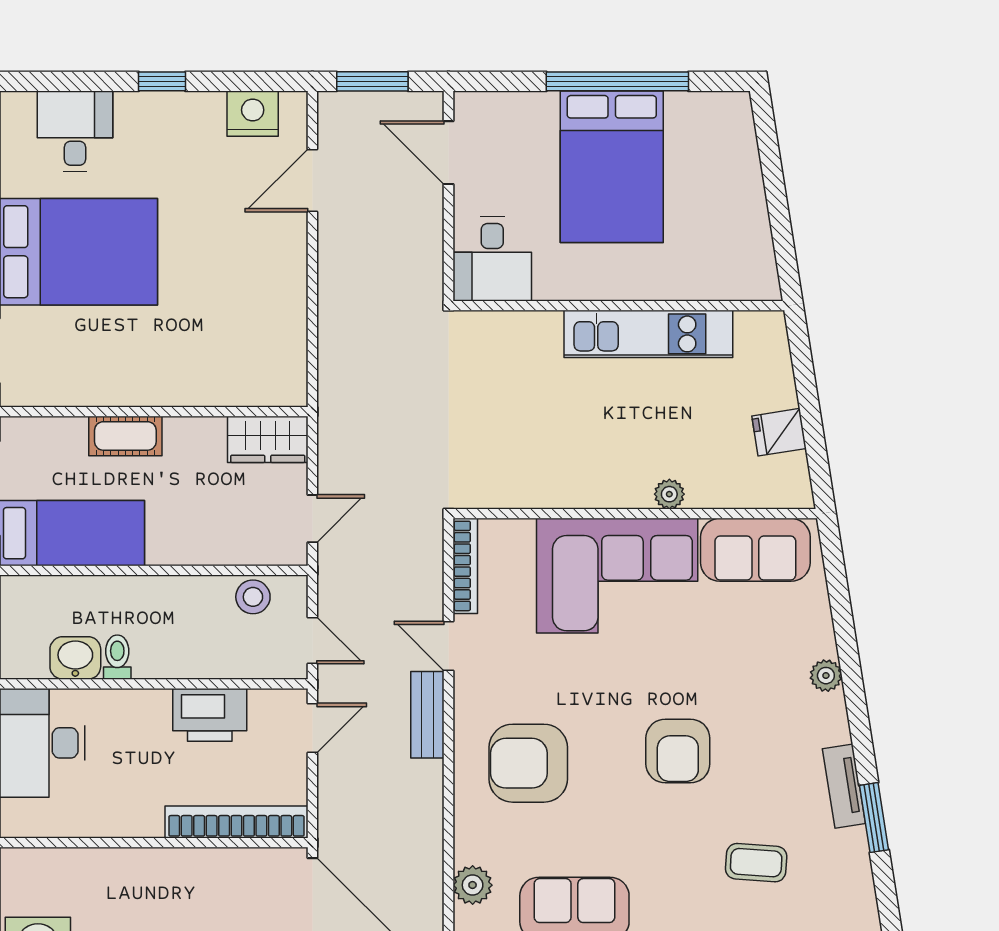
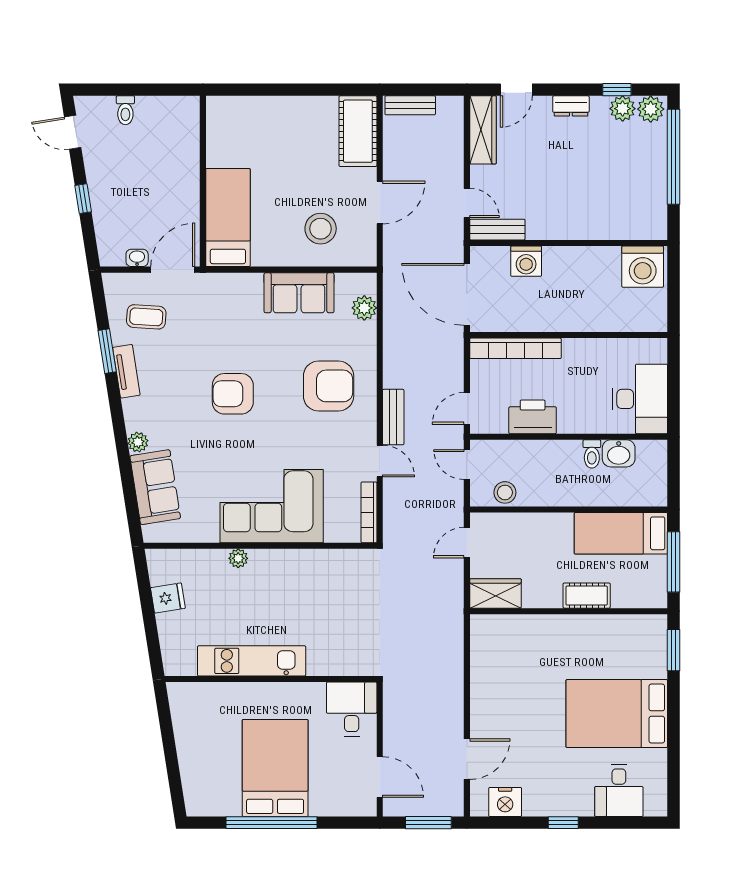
sofa: (755, 550) -> (155, 487), moved, turned 81
armchair: (678, 751) -> (233, 394), turned -90
coffee table: (756, 863) -> (146, 317), moved

